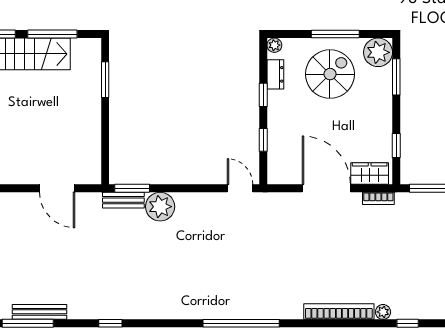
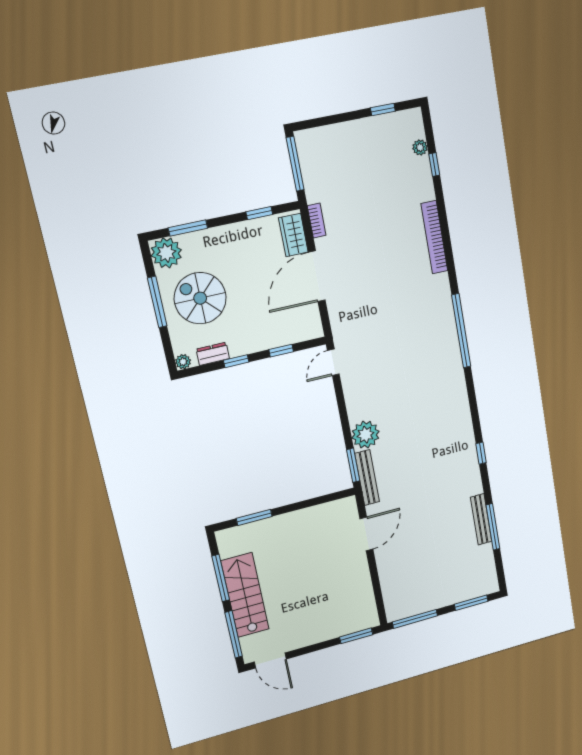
bench: (123, 200) -> (367, 478), width x1.36
plant: (383, 312) -> (420, 147), moved

